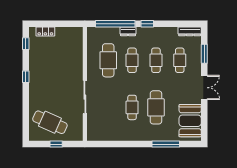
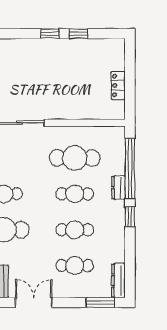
locker: (45, 31) -> (118, 85), moved
window: (26, 44) -> (78, 34), moved
window: (204, 54) -> (100, 302), moved
double door: (204, 88) -> (34, 302), swing flipped

